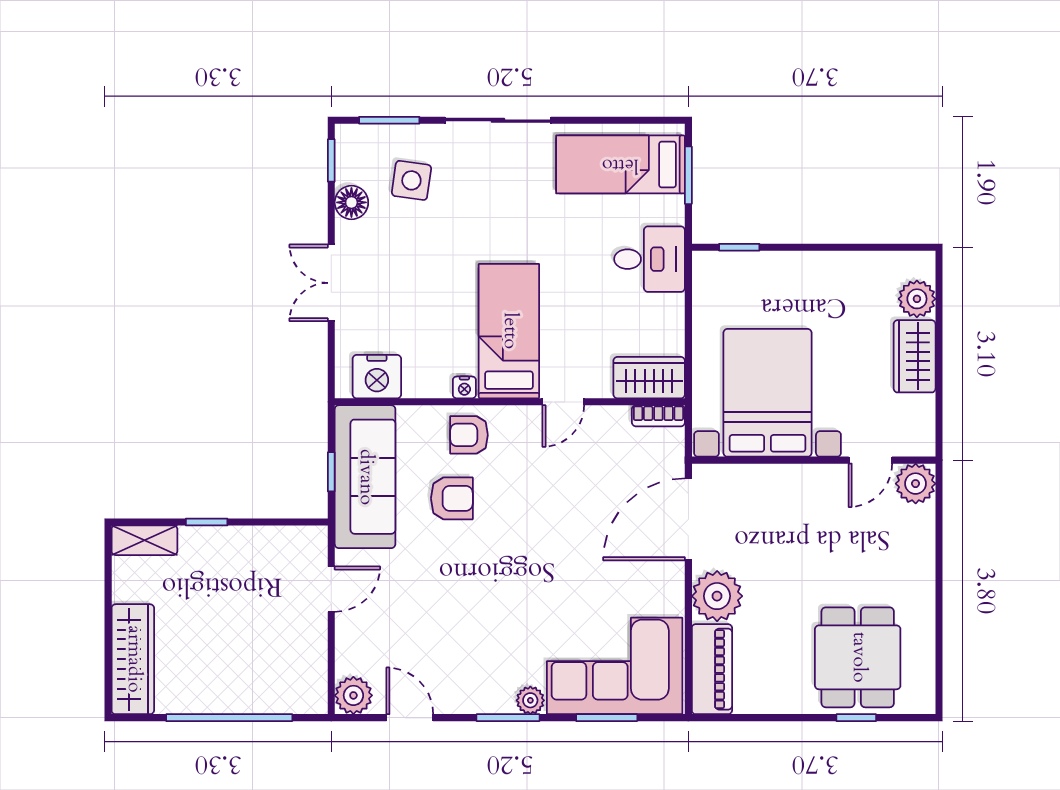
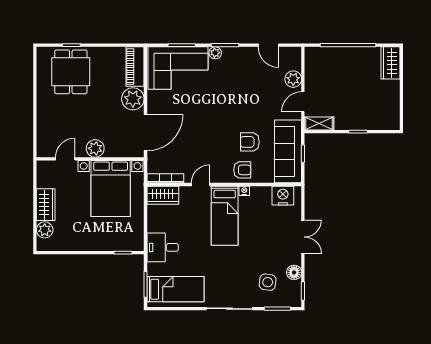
bookcase: (658, 416) -> (165, 178), width x1.56
plant: (916, 484) -> (95, 148), moved
shelving: (144, 540) -> (319, 123), moved
wardrobe: (133, 659) -> (390, 63), width x0.67
plant: (353, 695) -> (293, 79), moved

